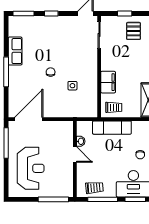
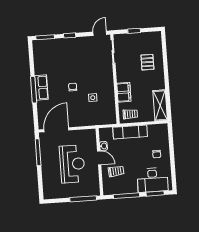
pallet: (133, 31) -> (147, 62), moved
row of seats: (15, 51) -> (41, 88), moved
reception desk: (31, 168) -> (72, 164), moved
trolley: (94, 188) -> (116, 171), moved

